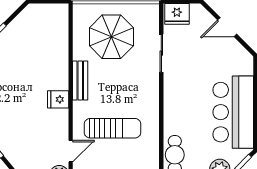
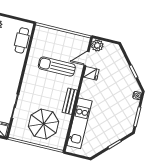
kitchen unit: (58, 51) -> (79, 123), added
fridge: (58, 99) -> (91, 73), moved

